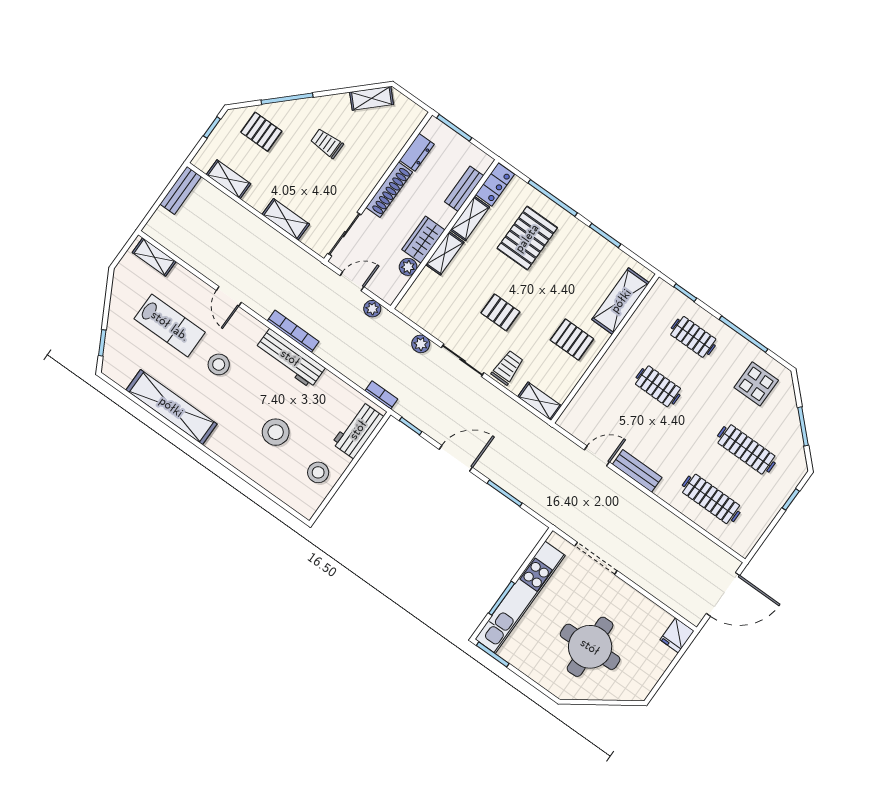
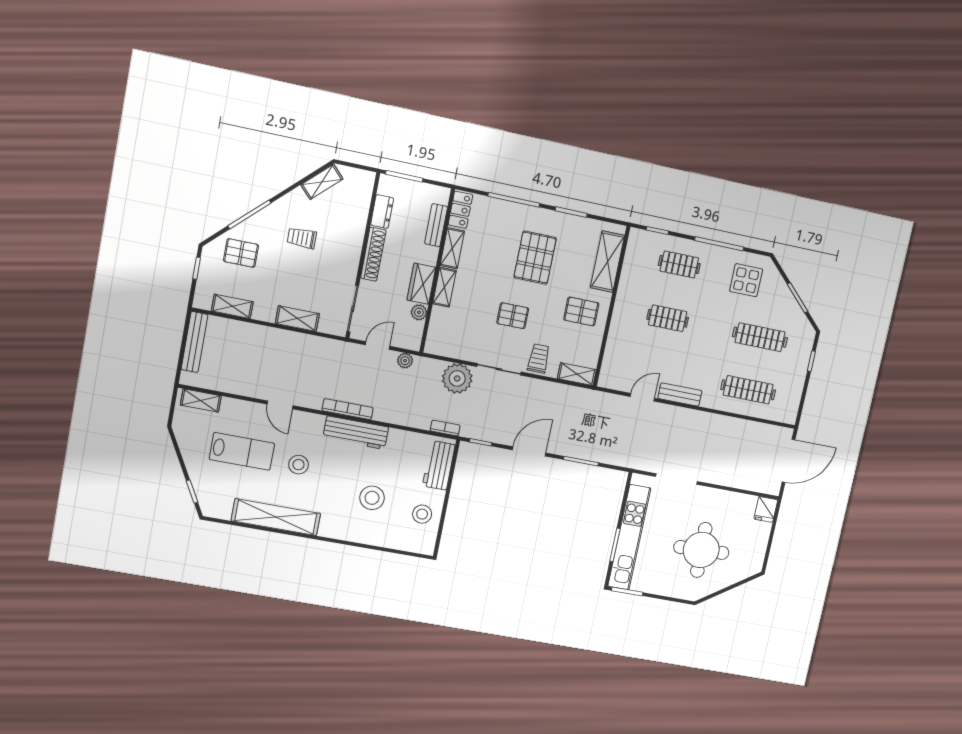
bench: (181, 190) -> (194, 342), width x1.36
pallet: (527, 238) -> (535, 258), moved
plant: (421, 344) -> (457, 378), width x1.88, depth x1.88

